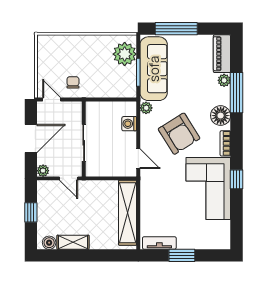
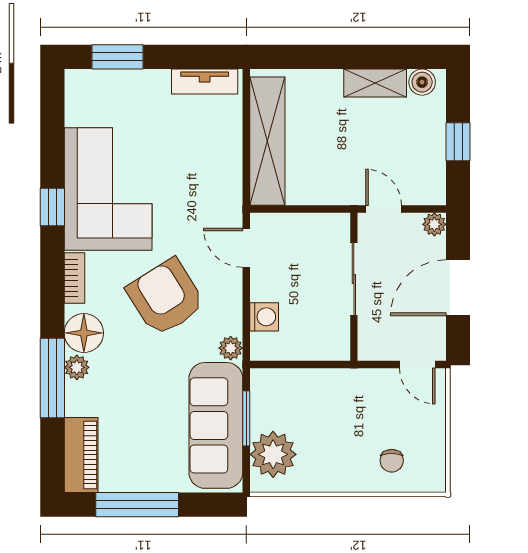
window: (176, 29) -> (137, 505), moved
plant: (224, 80) -> (77, 367), moved
chair: (73, 82) -> (392, 461), moved
window: (182, 255) -> (118, 57), moved

